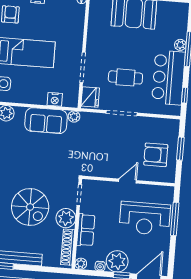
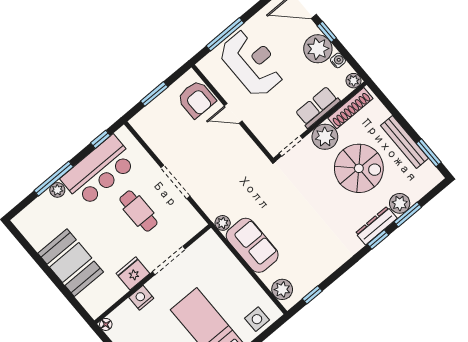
fridge: (90, 97) -> (133, 273), moved
nightstand: (55, 99) -> (141, 298), moved, turned -90
armchair: (156, 155) -> (196, 99), moved
spiral stairs: (30, 207) -> (359, 168), moved, turned 90

